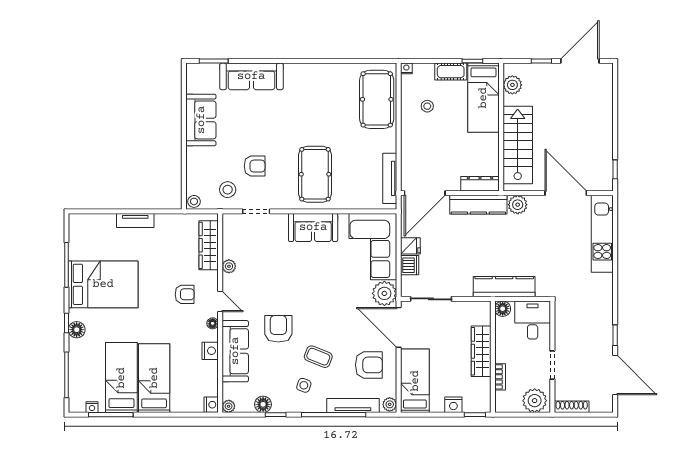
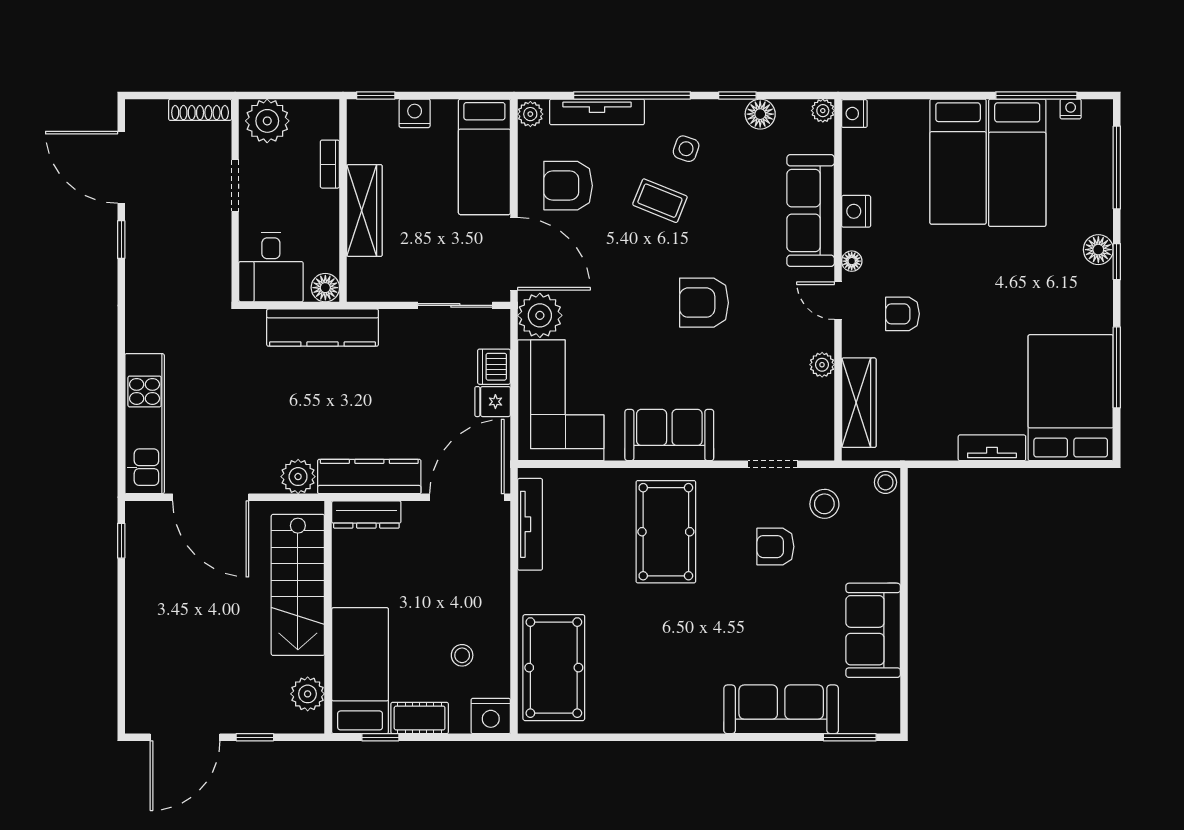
nightstand: (406, 68) -> (491, 716), width x1.89, depth x1.79
bed: (103, 284) -> (1071, 398), moved, turned 90
armchair: (278, 329) -> (704, 303), moved, turned 90

